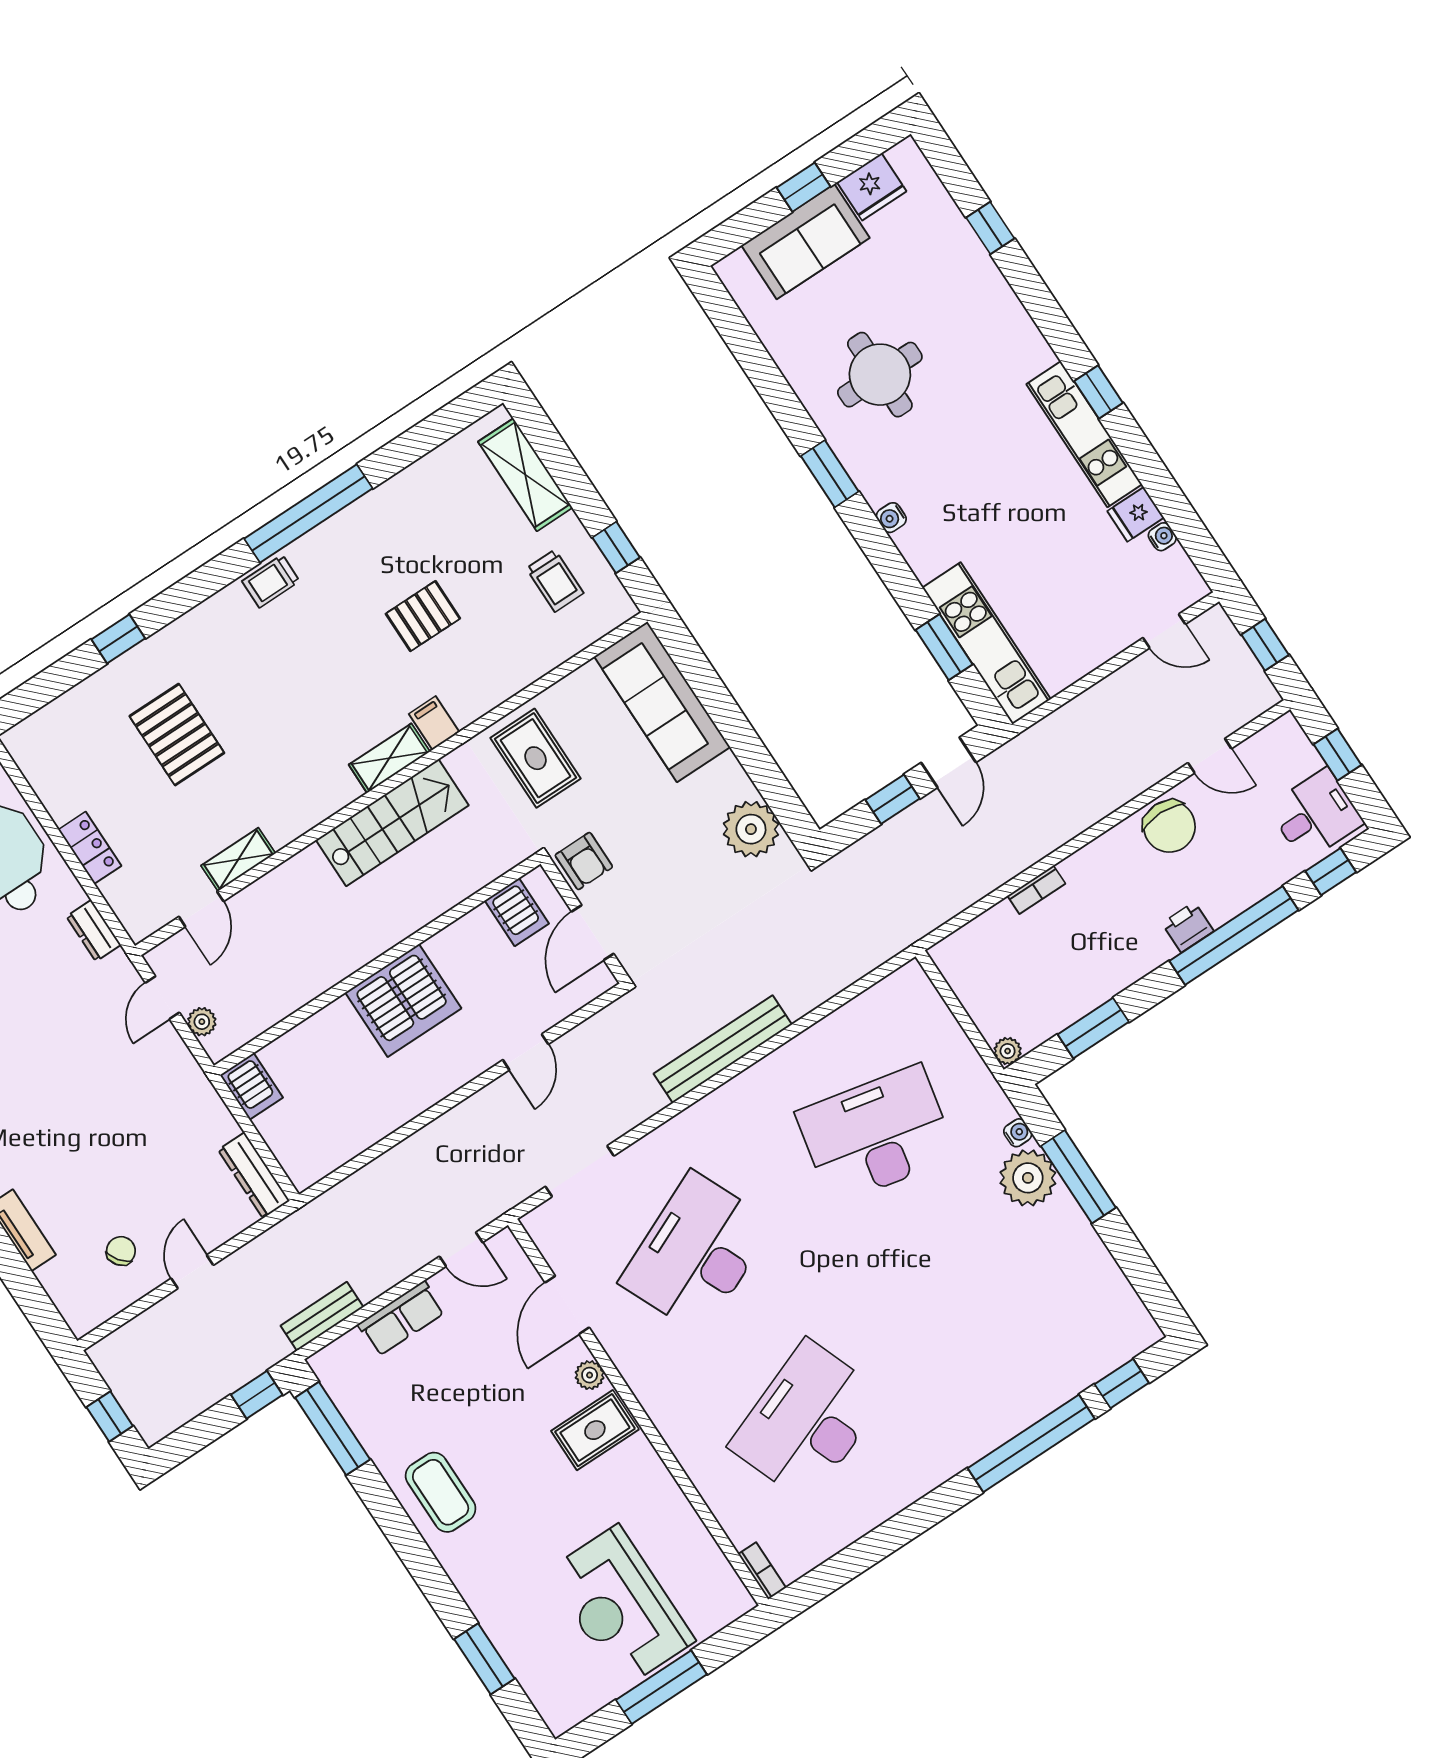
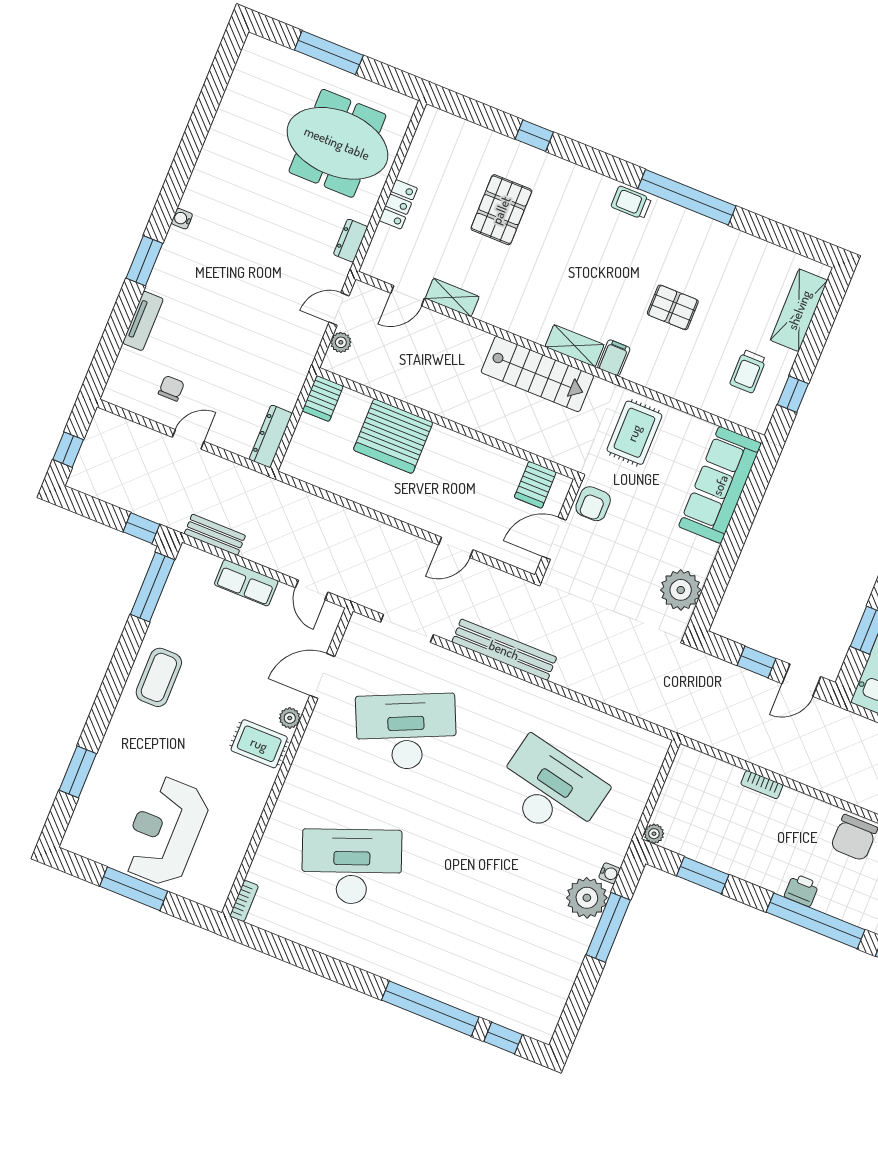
server rack: (403, 1001) -> (393, 436), moved
bench: (723, 1049) -> (504, 650), moved
chair: (121, 1251) -> (171, 388), turned -53

